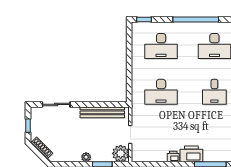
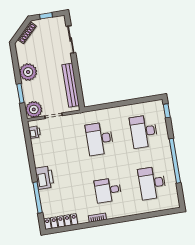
plant: (86, 157) -> (28, 72), width x1.87, depth x1.87
printer: (173, 157) -> (34, 132), moved

